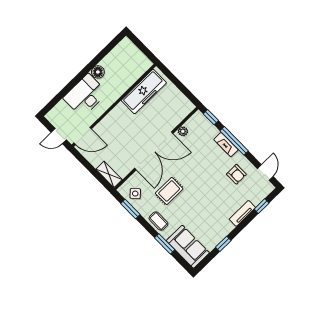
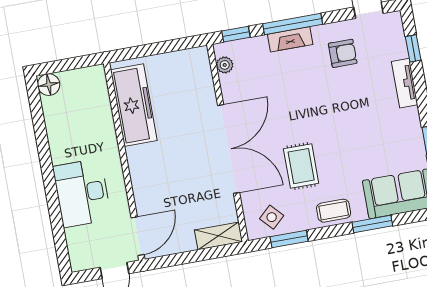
floor lamp: (98, 72) -> (49, 85), moved
plant: (183, 131) -> (225, 65), moved

